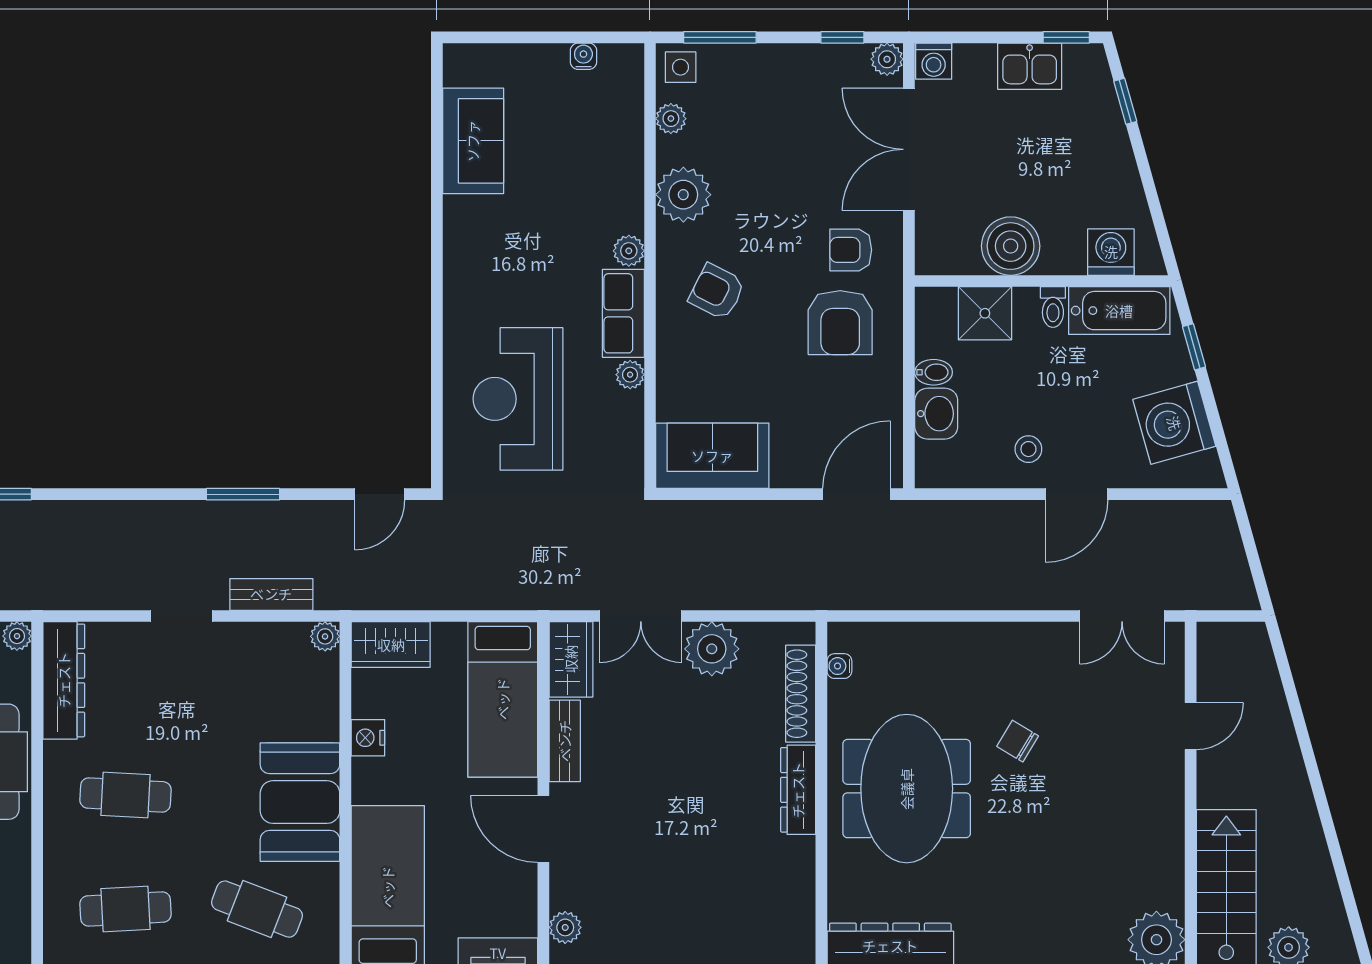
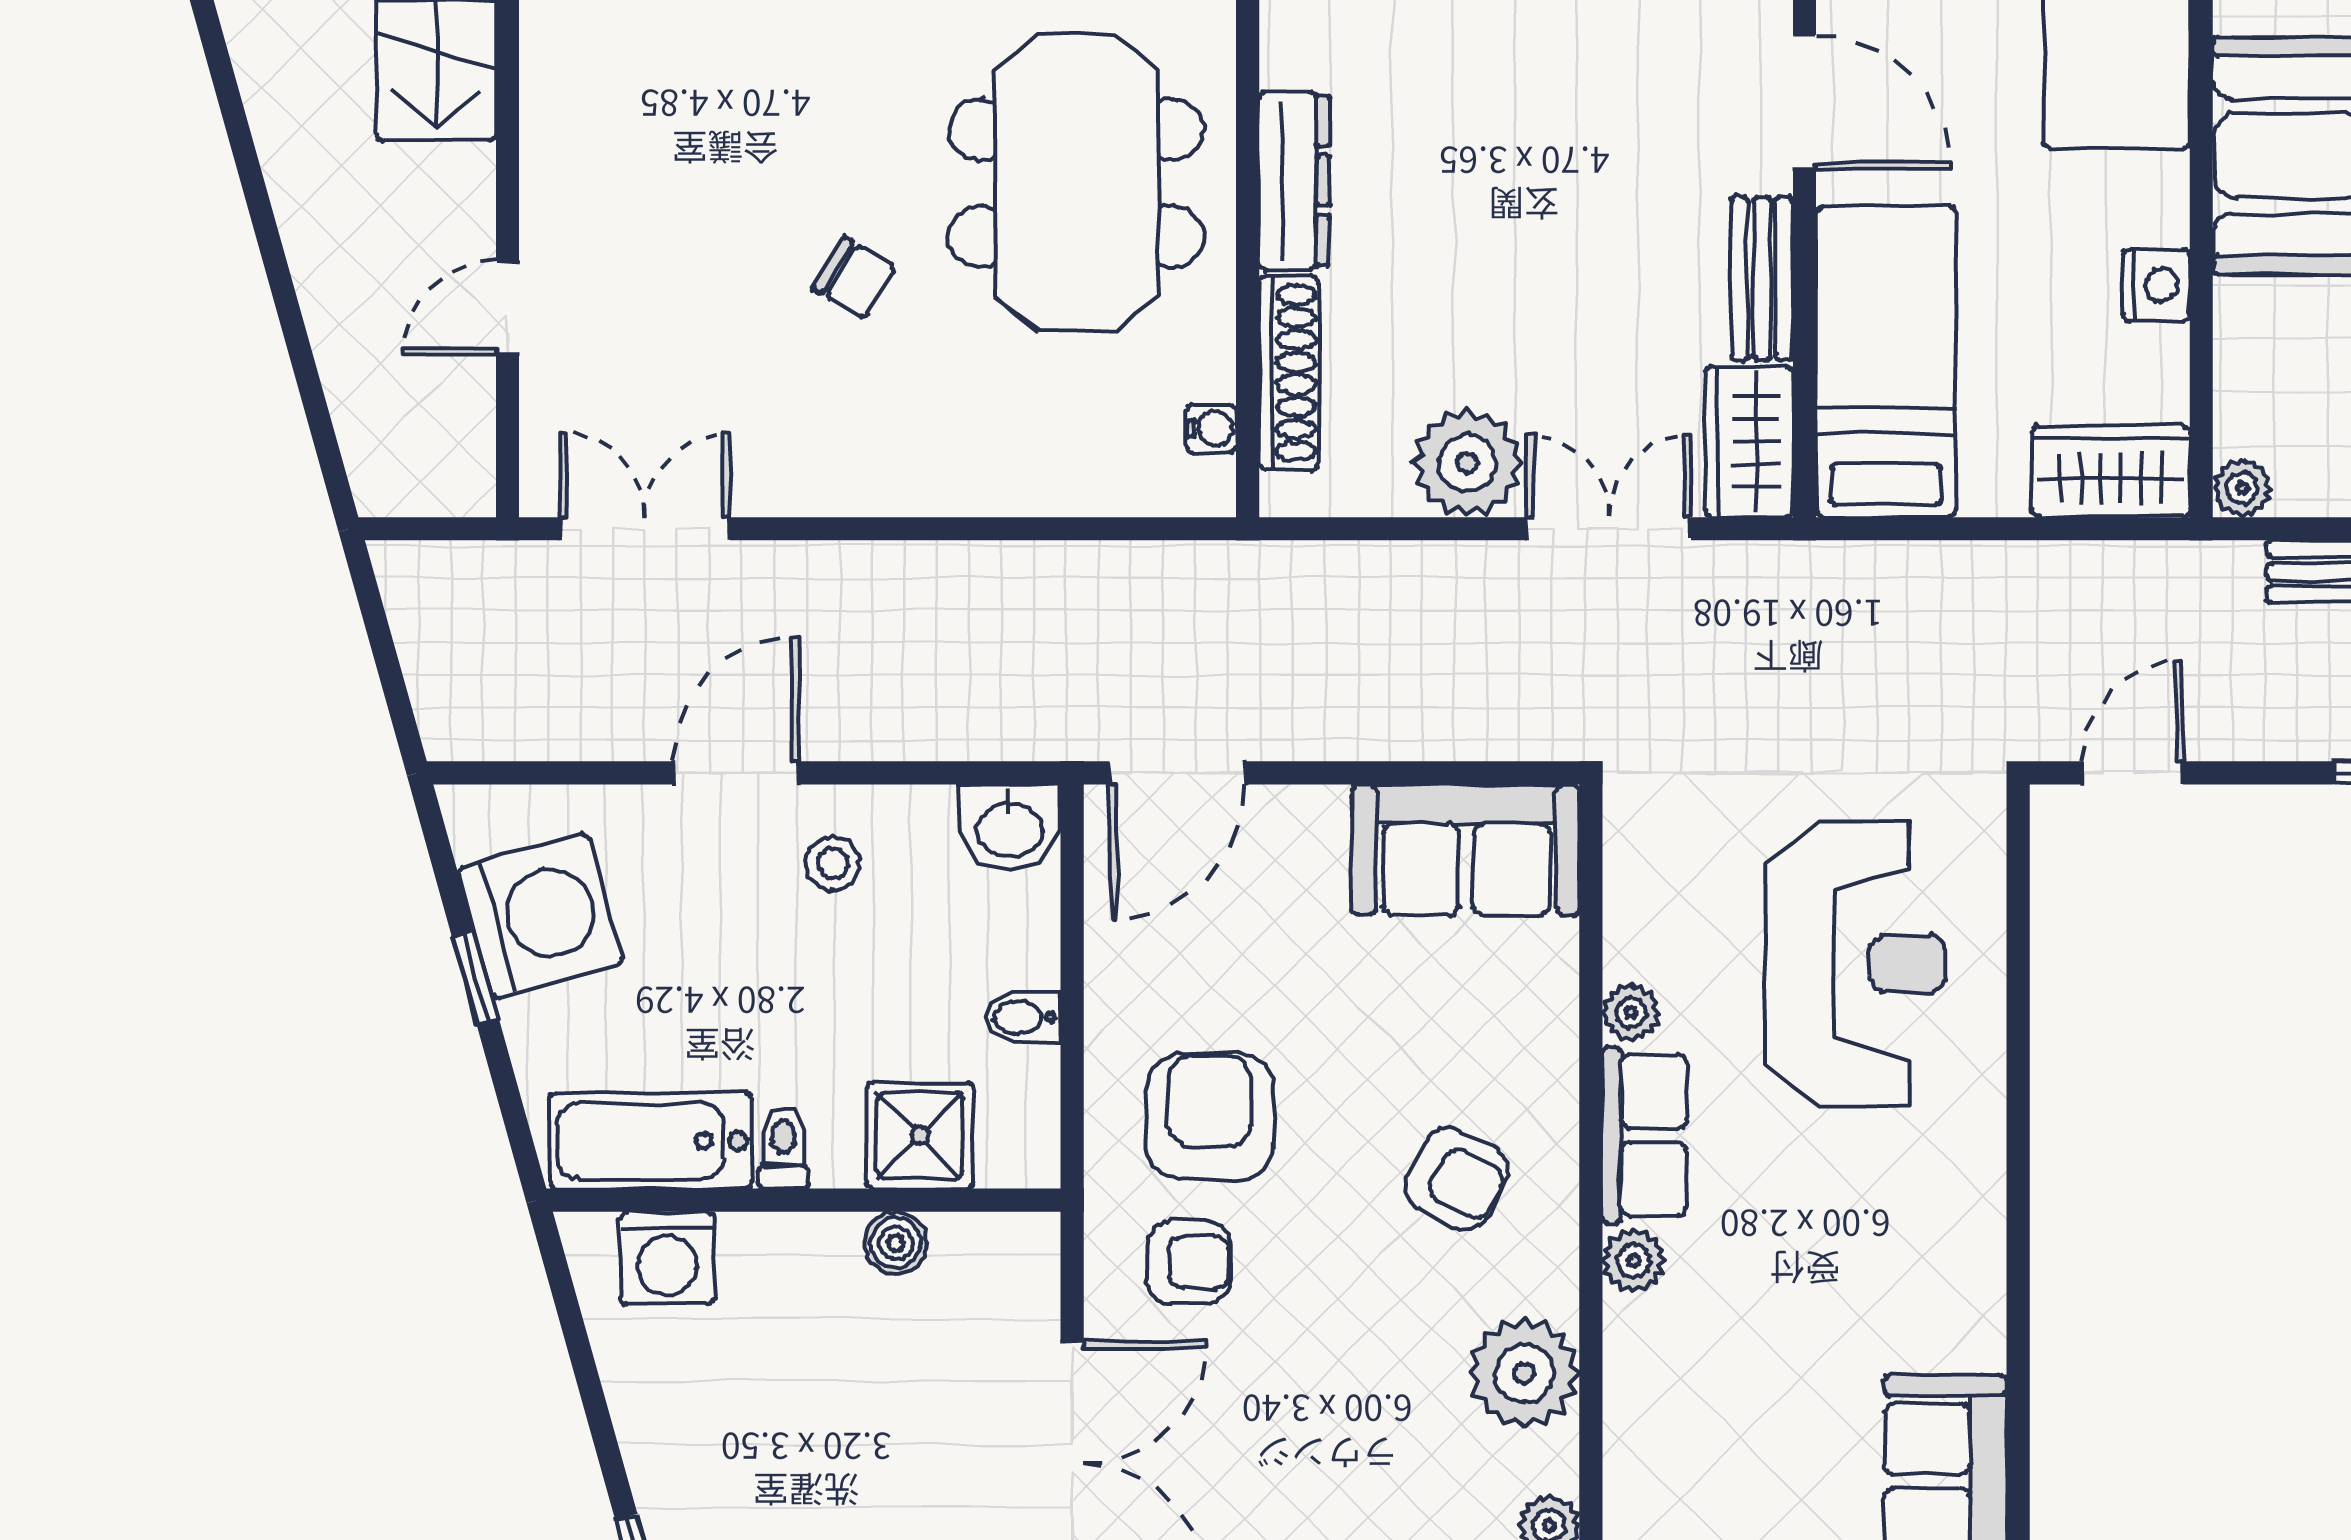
boiler: (1011, 246) -> (895, 1243), width x0.54, depth x0.54
window: (1194, 347) -> (475, 978), moved
washbasin: (936, 414) -> (1010, 827), moved, turned -90

